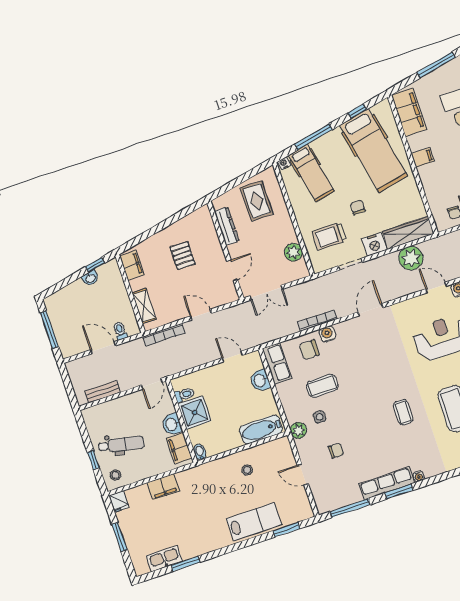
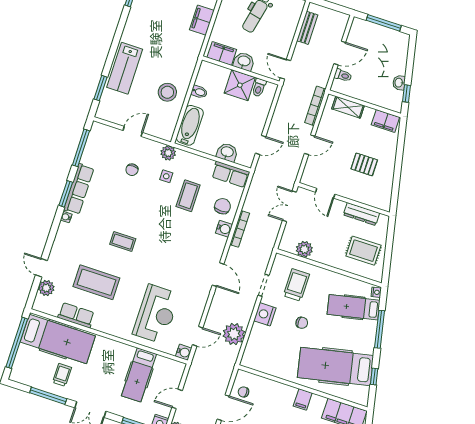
wardrobe: (408, 233) -> (254, 346), removed
bidet: (200, 452) -> (199, 92), moved
stool: (247, 470) -> (167, 92), width x1.89, depth x1.89

